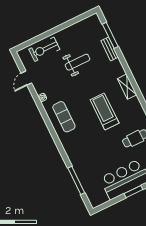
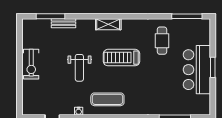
exercise bike: (44, 49) -> (31, 64), moved
weight bench: (78, 62) -> (79, 68), moved, turned 180

